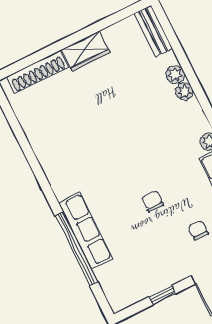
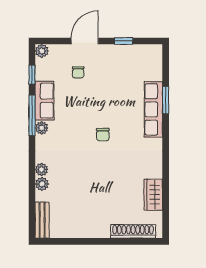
wardrobe: (86, 51) -> (153, 195), moved, turned -90
chair: (153, 201) -> (103, 135), moved
window: (76, 249) -> (166, 100), width x0.47

